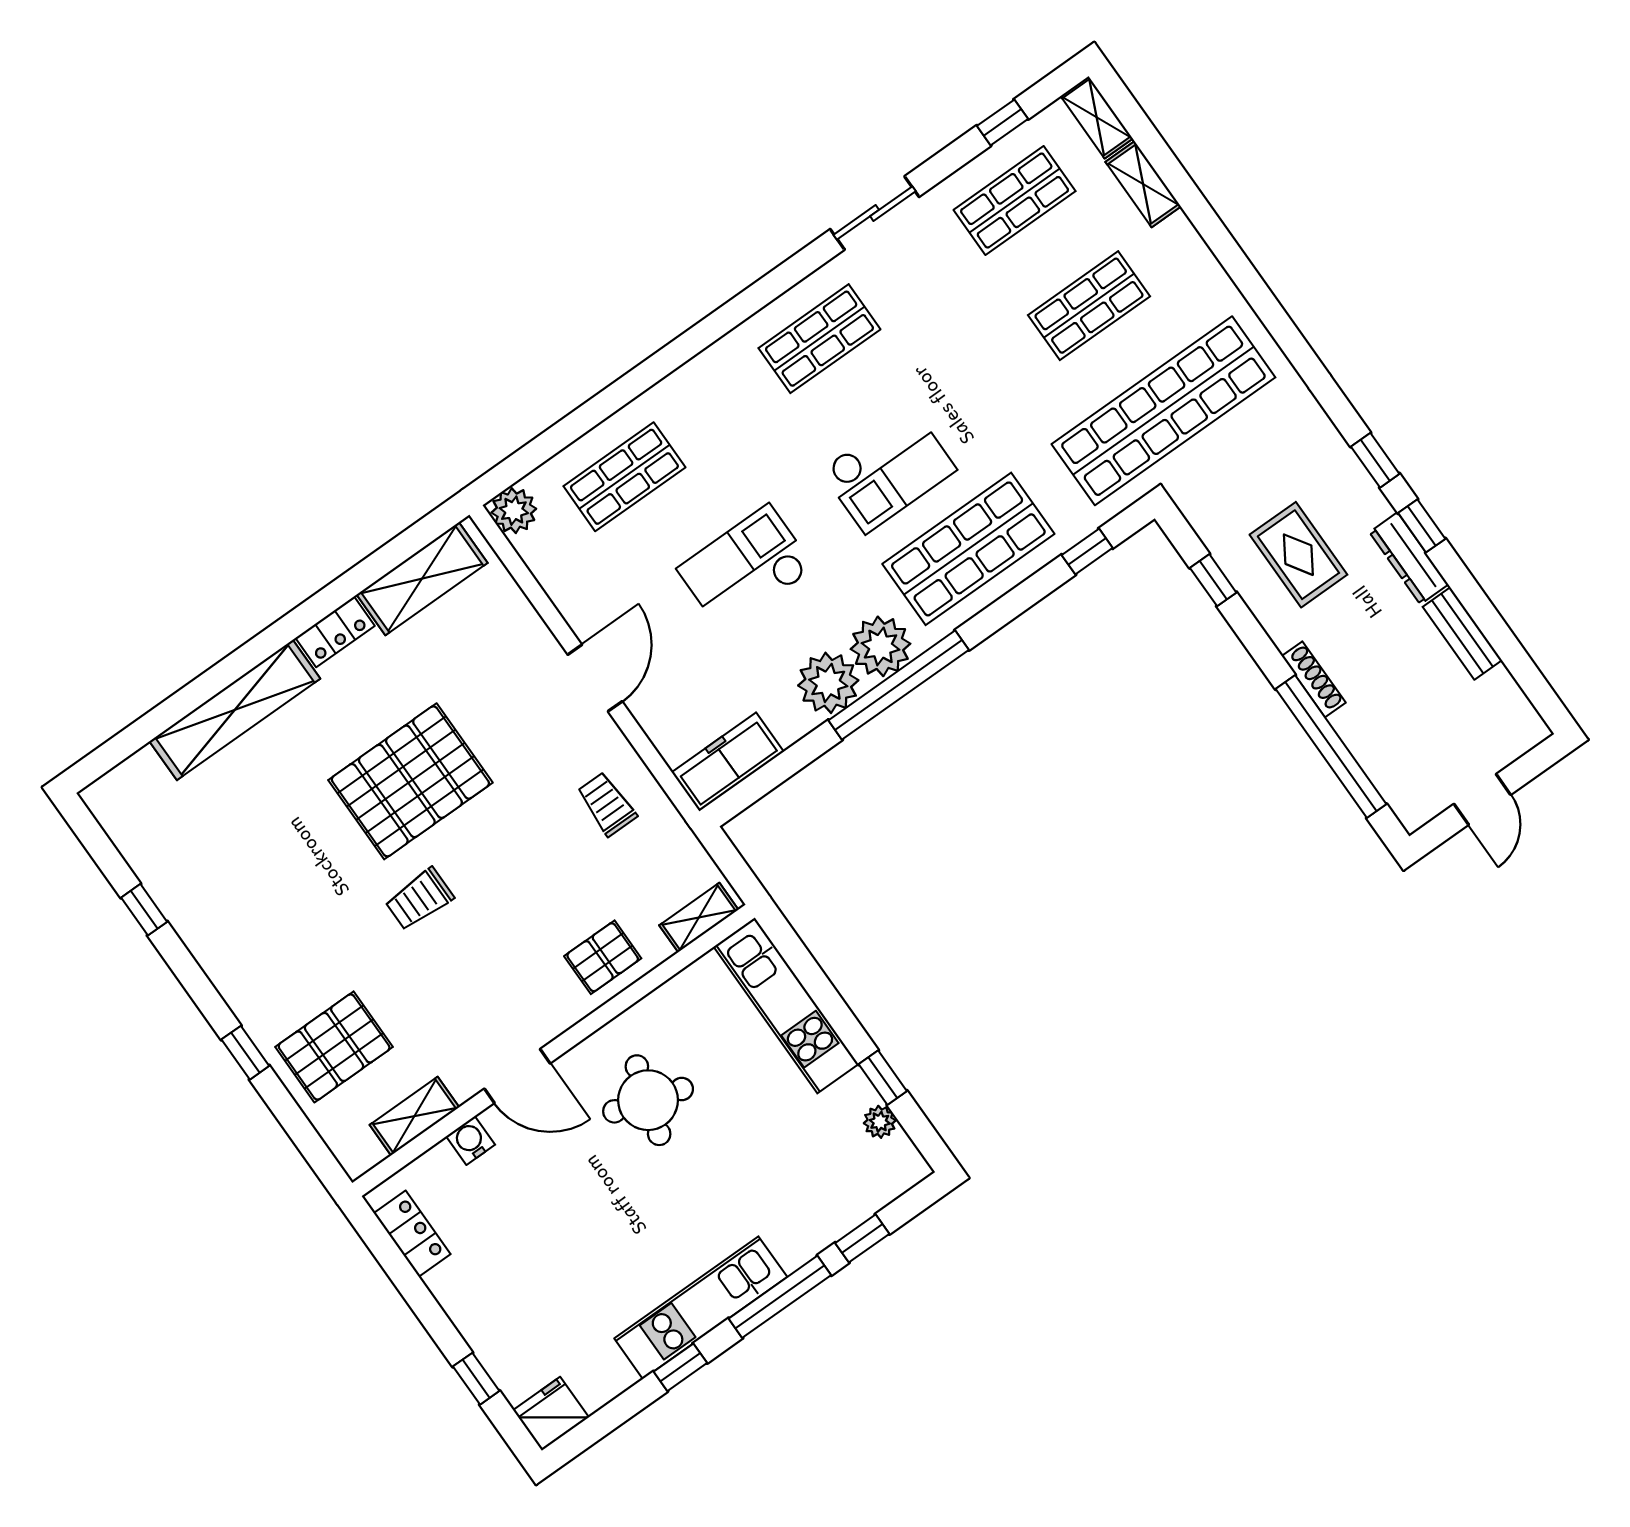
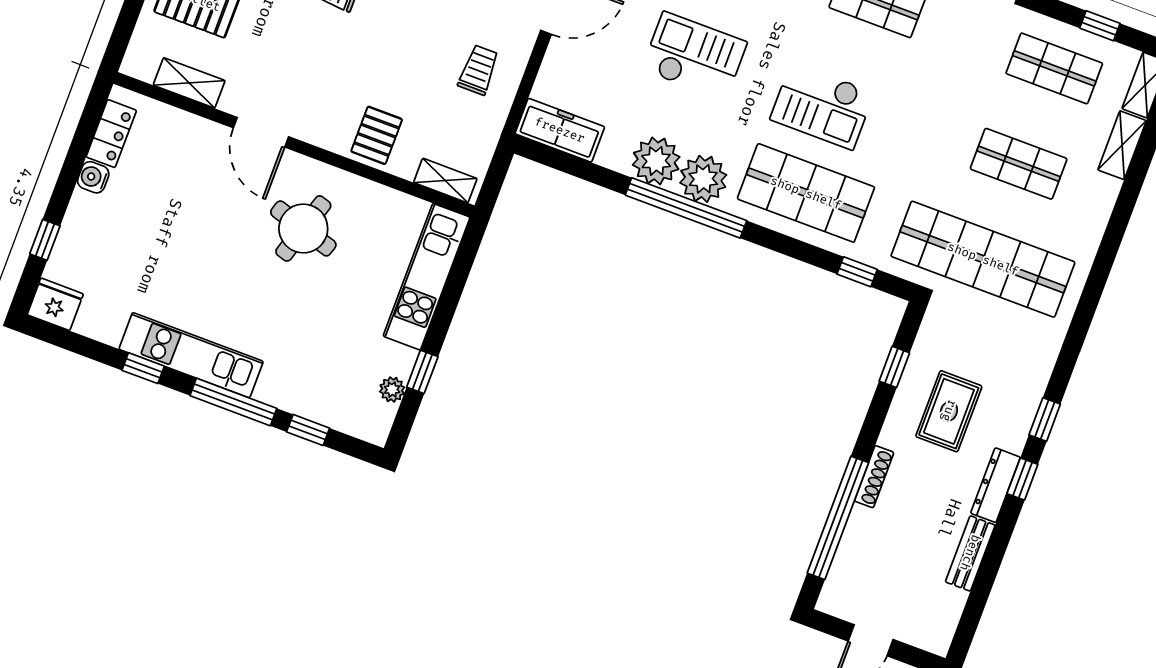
pallet: (603, 957) -> (377, 135), turned 90
water cooler: (471, 1140) -> (93, 177), moved, turned -90

